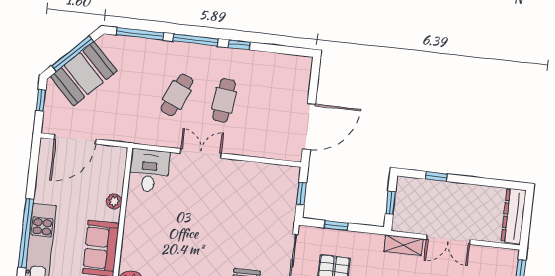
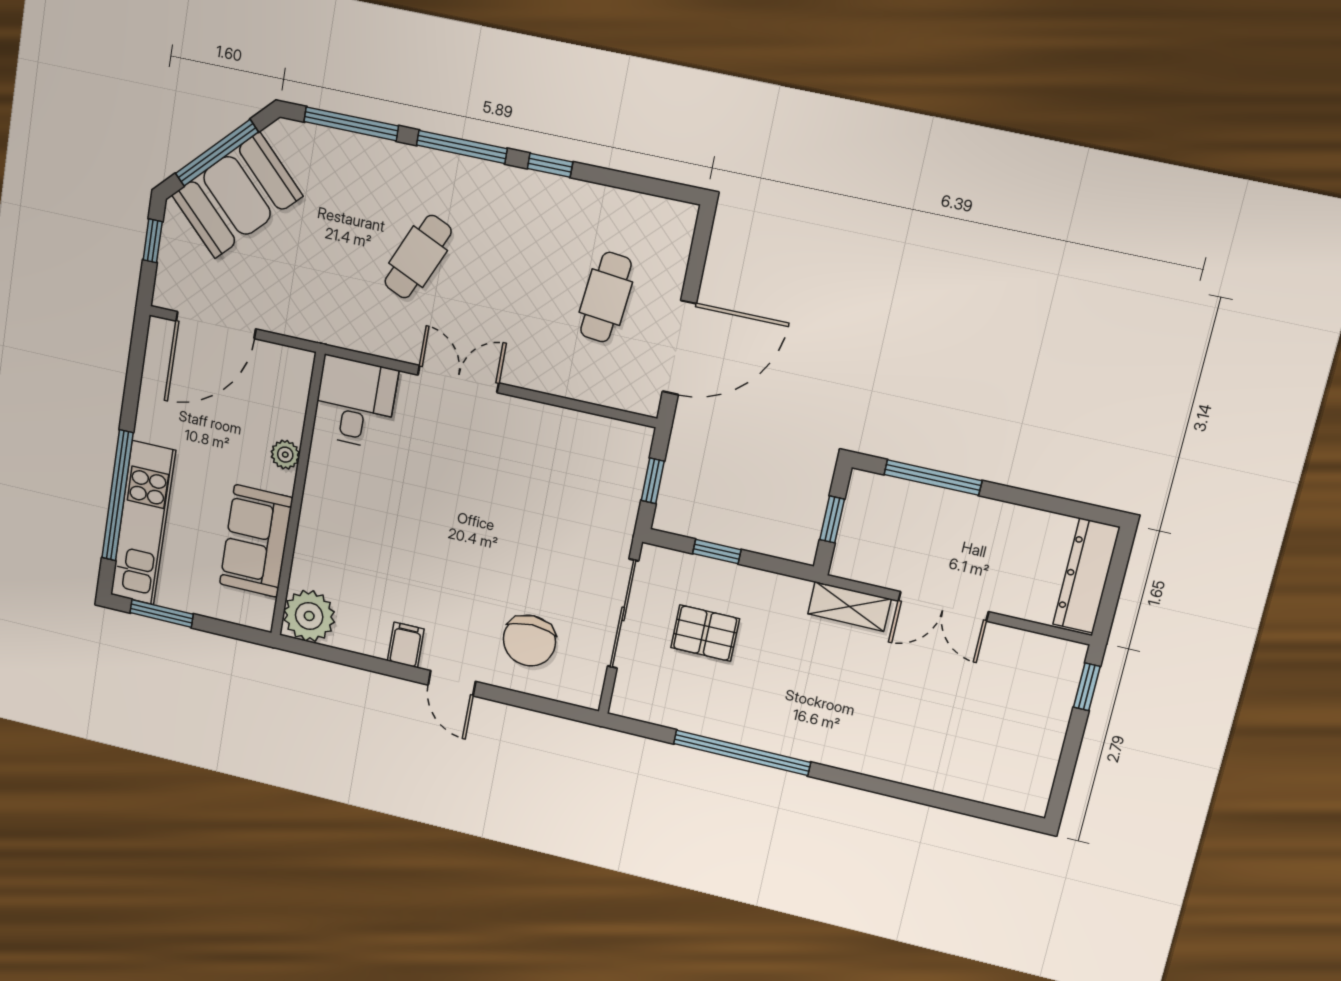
cafe table: (224, 100) -> (606, 297), moved
window: (436, 176) -> (933, 478), width x2.17

